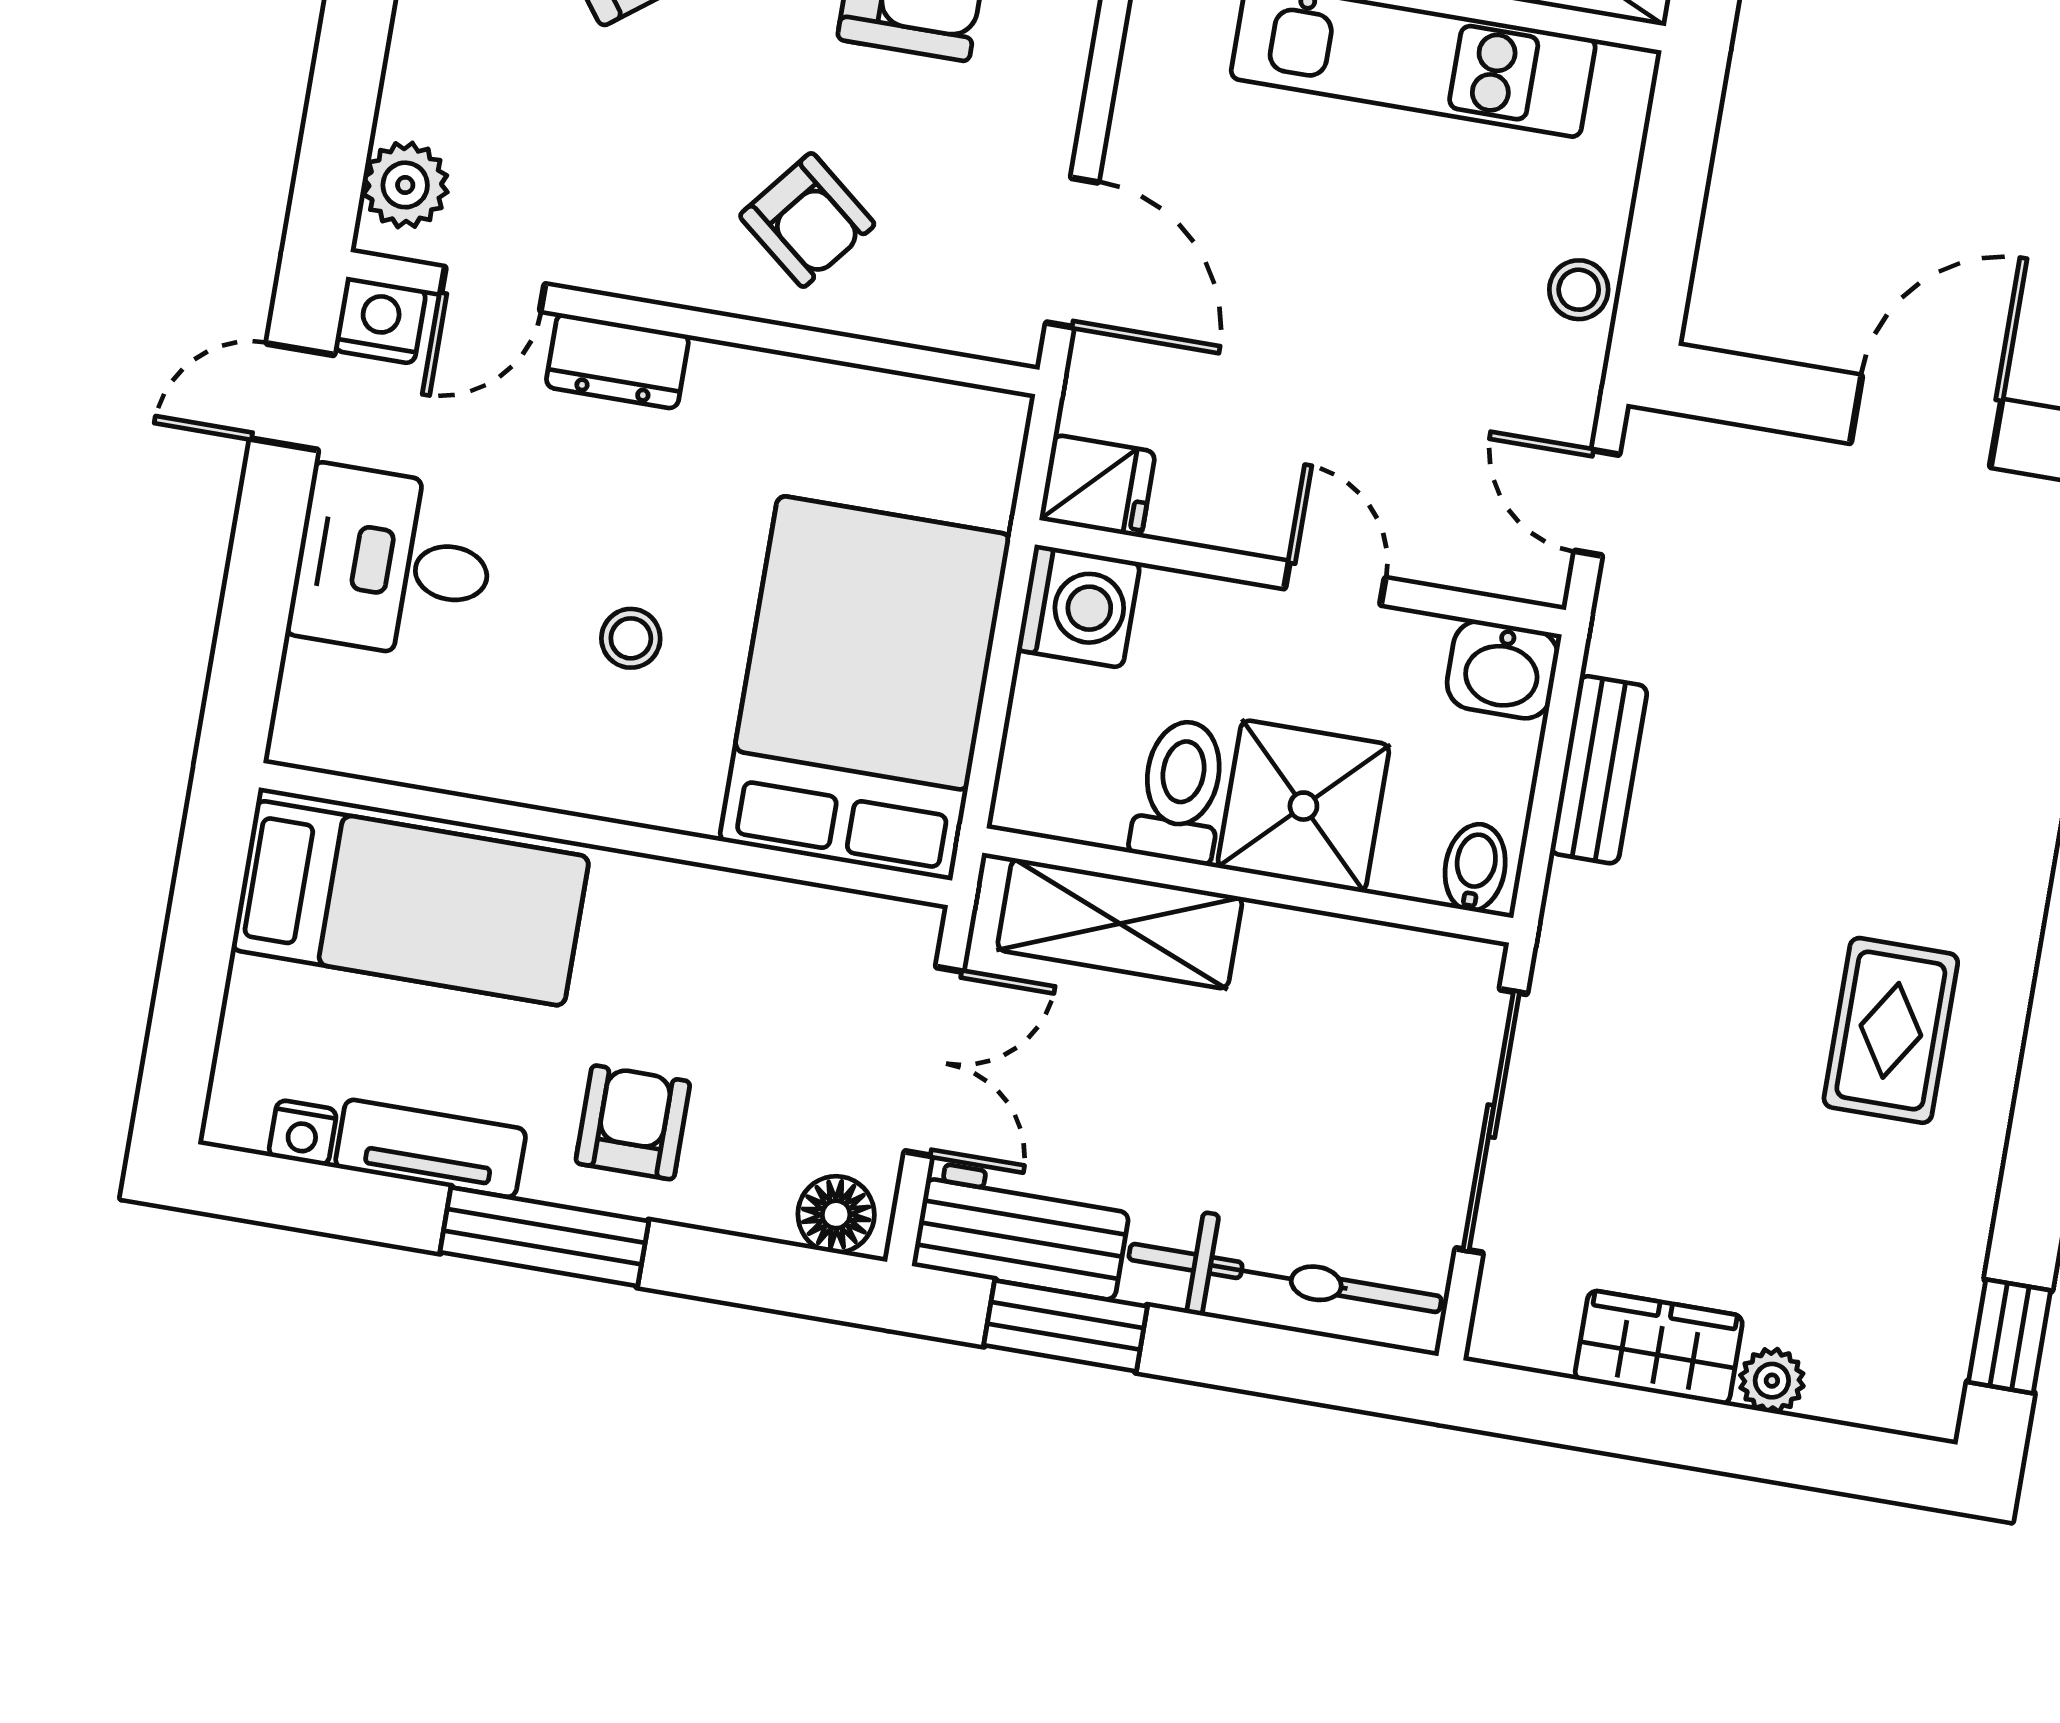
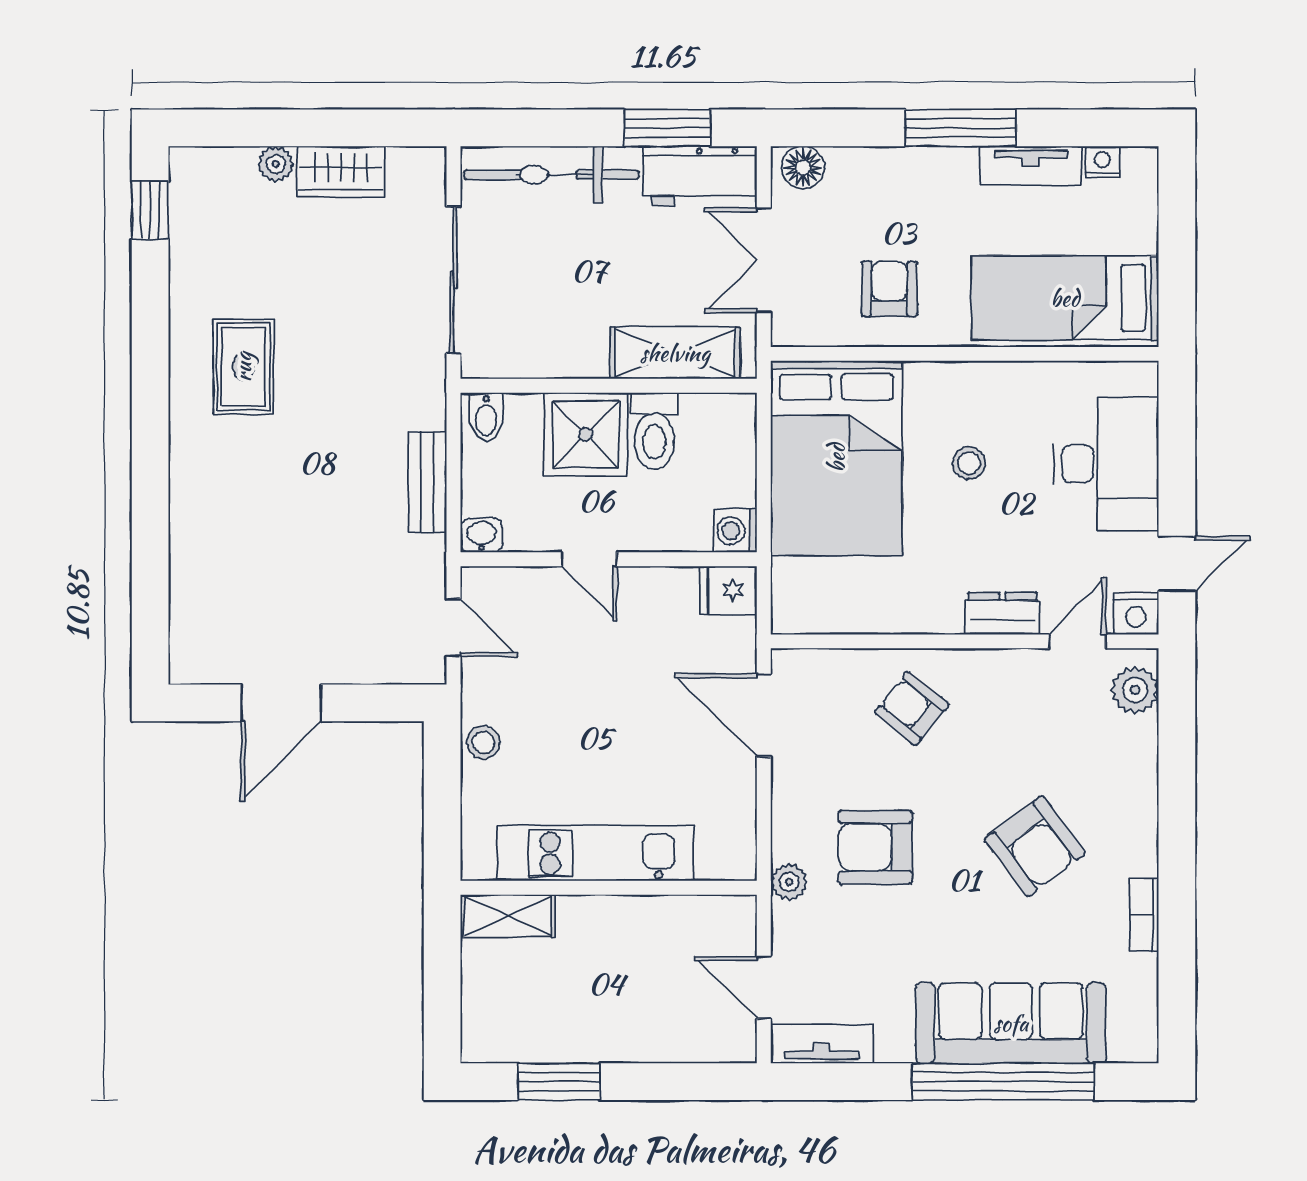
desk: (393, 563) -> (1106, 464), width x1.37
washing machine: (1079, 606) -> (735, 531), width x0.73, depth x0.73
washbasin: (1502, 670) -> (482, 535), width x0.72, depth x0.69
armchair: (633, 1122) -> (889, 289), moved, turned 180

